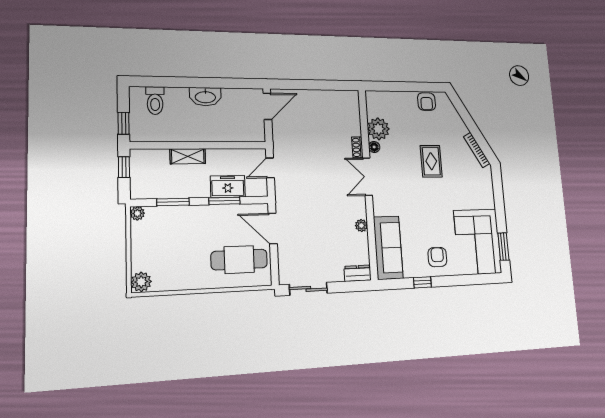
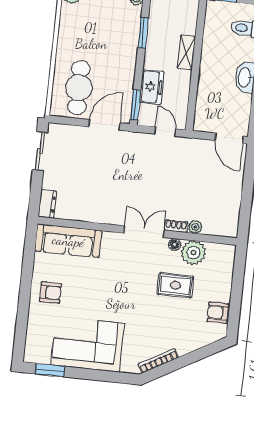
rug: (431, 161) -> (175, 285), moved
window: (224, 201) -> (135, 105), moved
plant: (361, 226) -> (195, 227), moved
corner sofa: (478, 242) -> (88, 344), moved
window: (422, 282) -> (27, 271), removed

